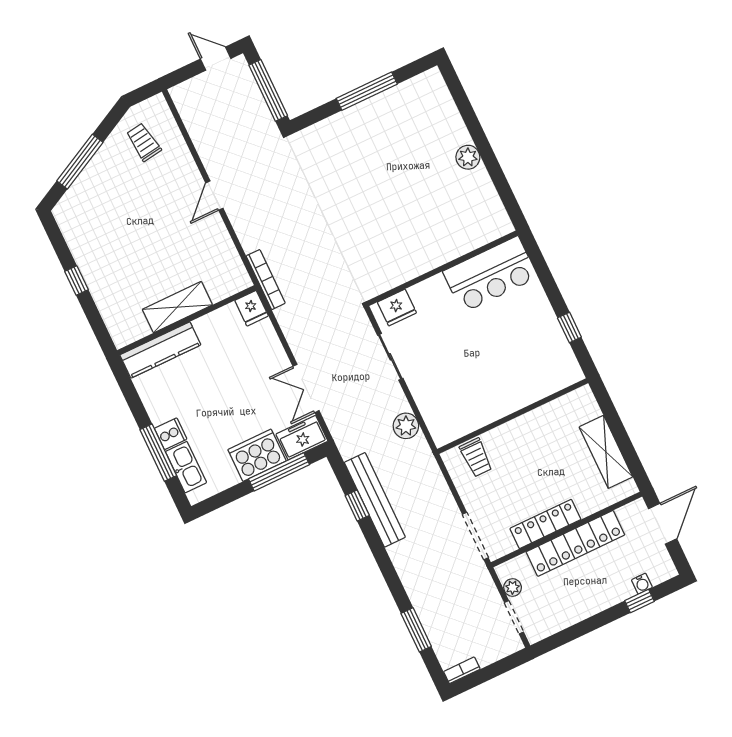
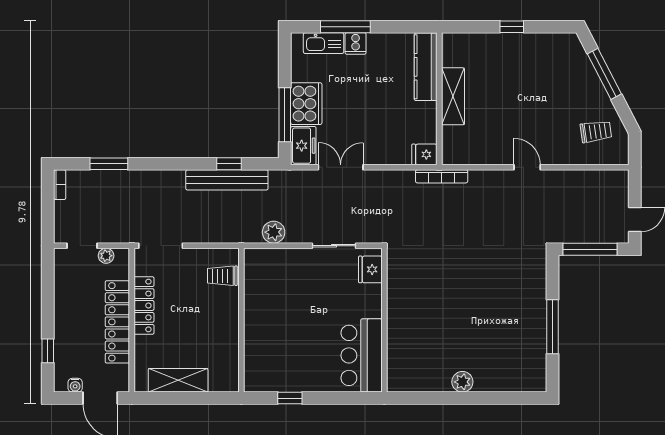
water cooler: (642, 584) -> (75, 385), moved, turned -90

